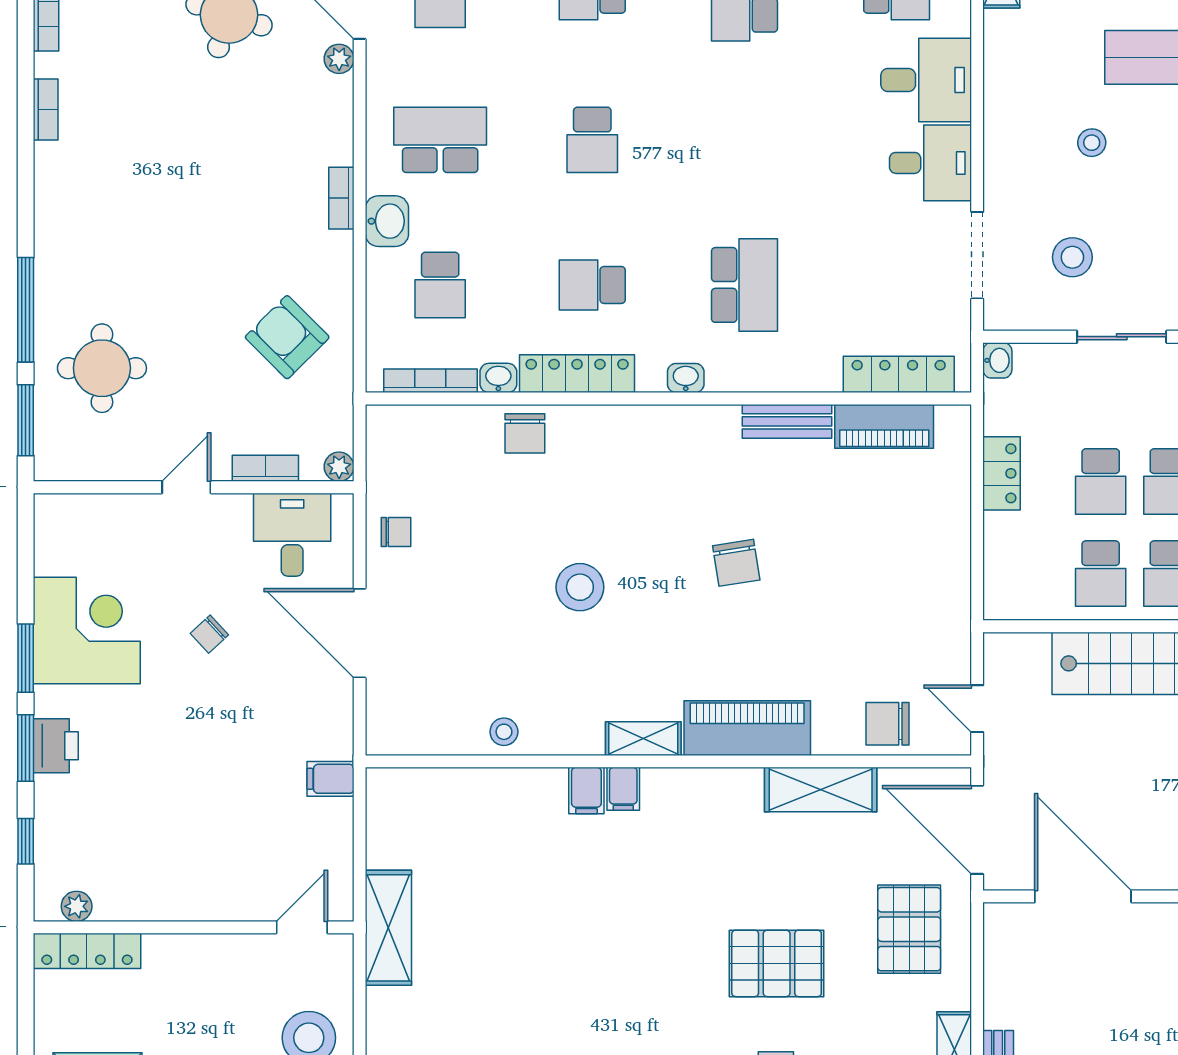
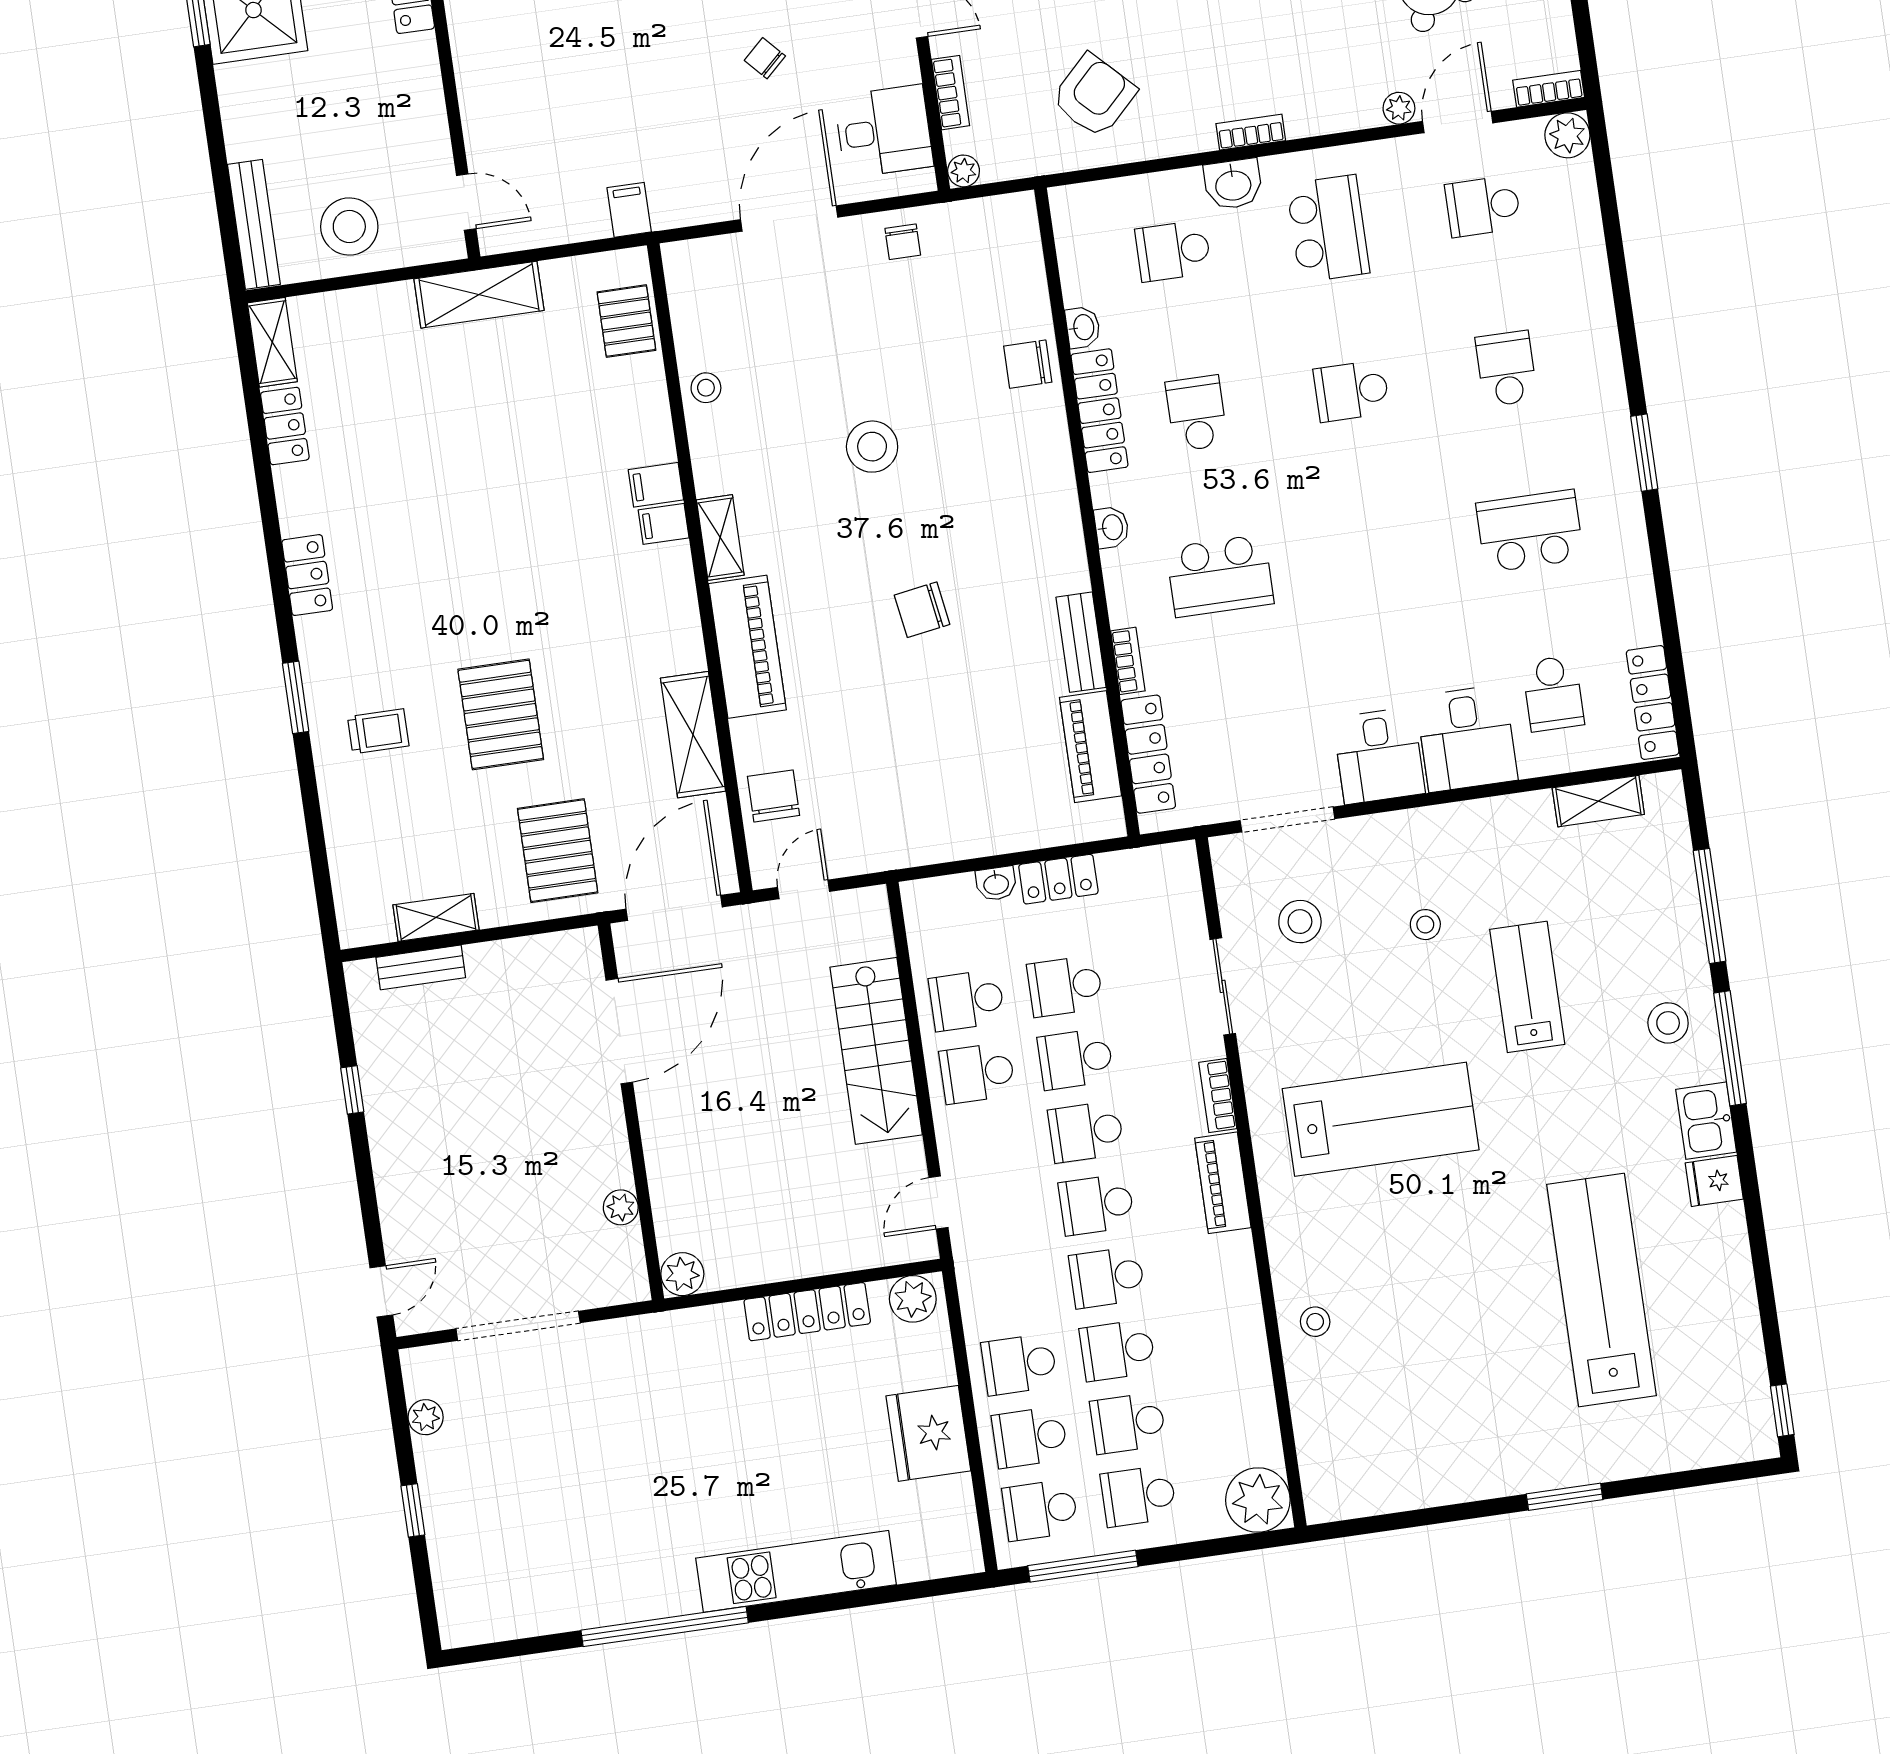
washbasin: (997, 360) -> (996, 884), moved
bookcase: (430, 381) -> (1128, 661), moved, width x0.64
pallet: (432, 796) -> (626, 321), added
pallet: (909, 929) -> (558, 851), turned 90

